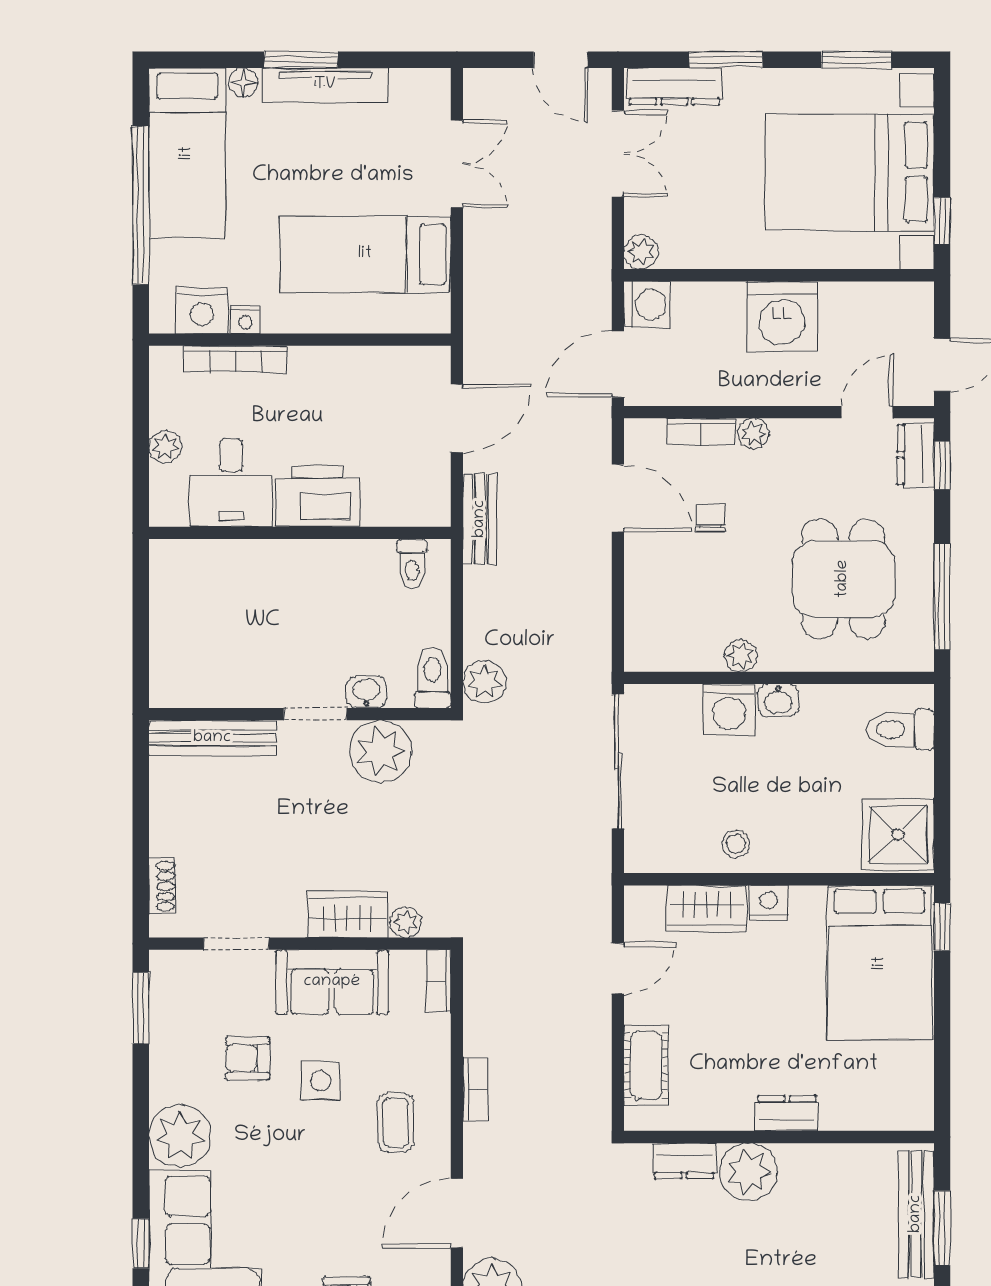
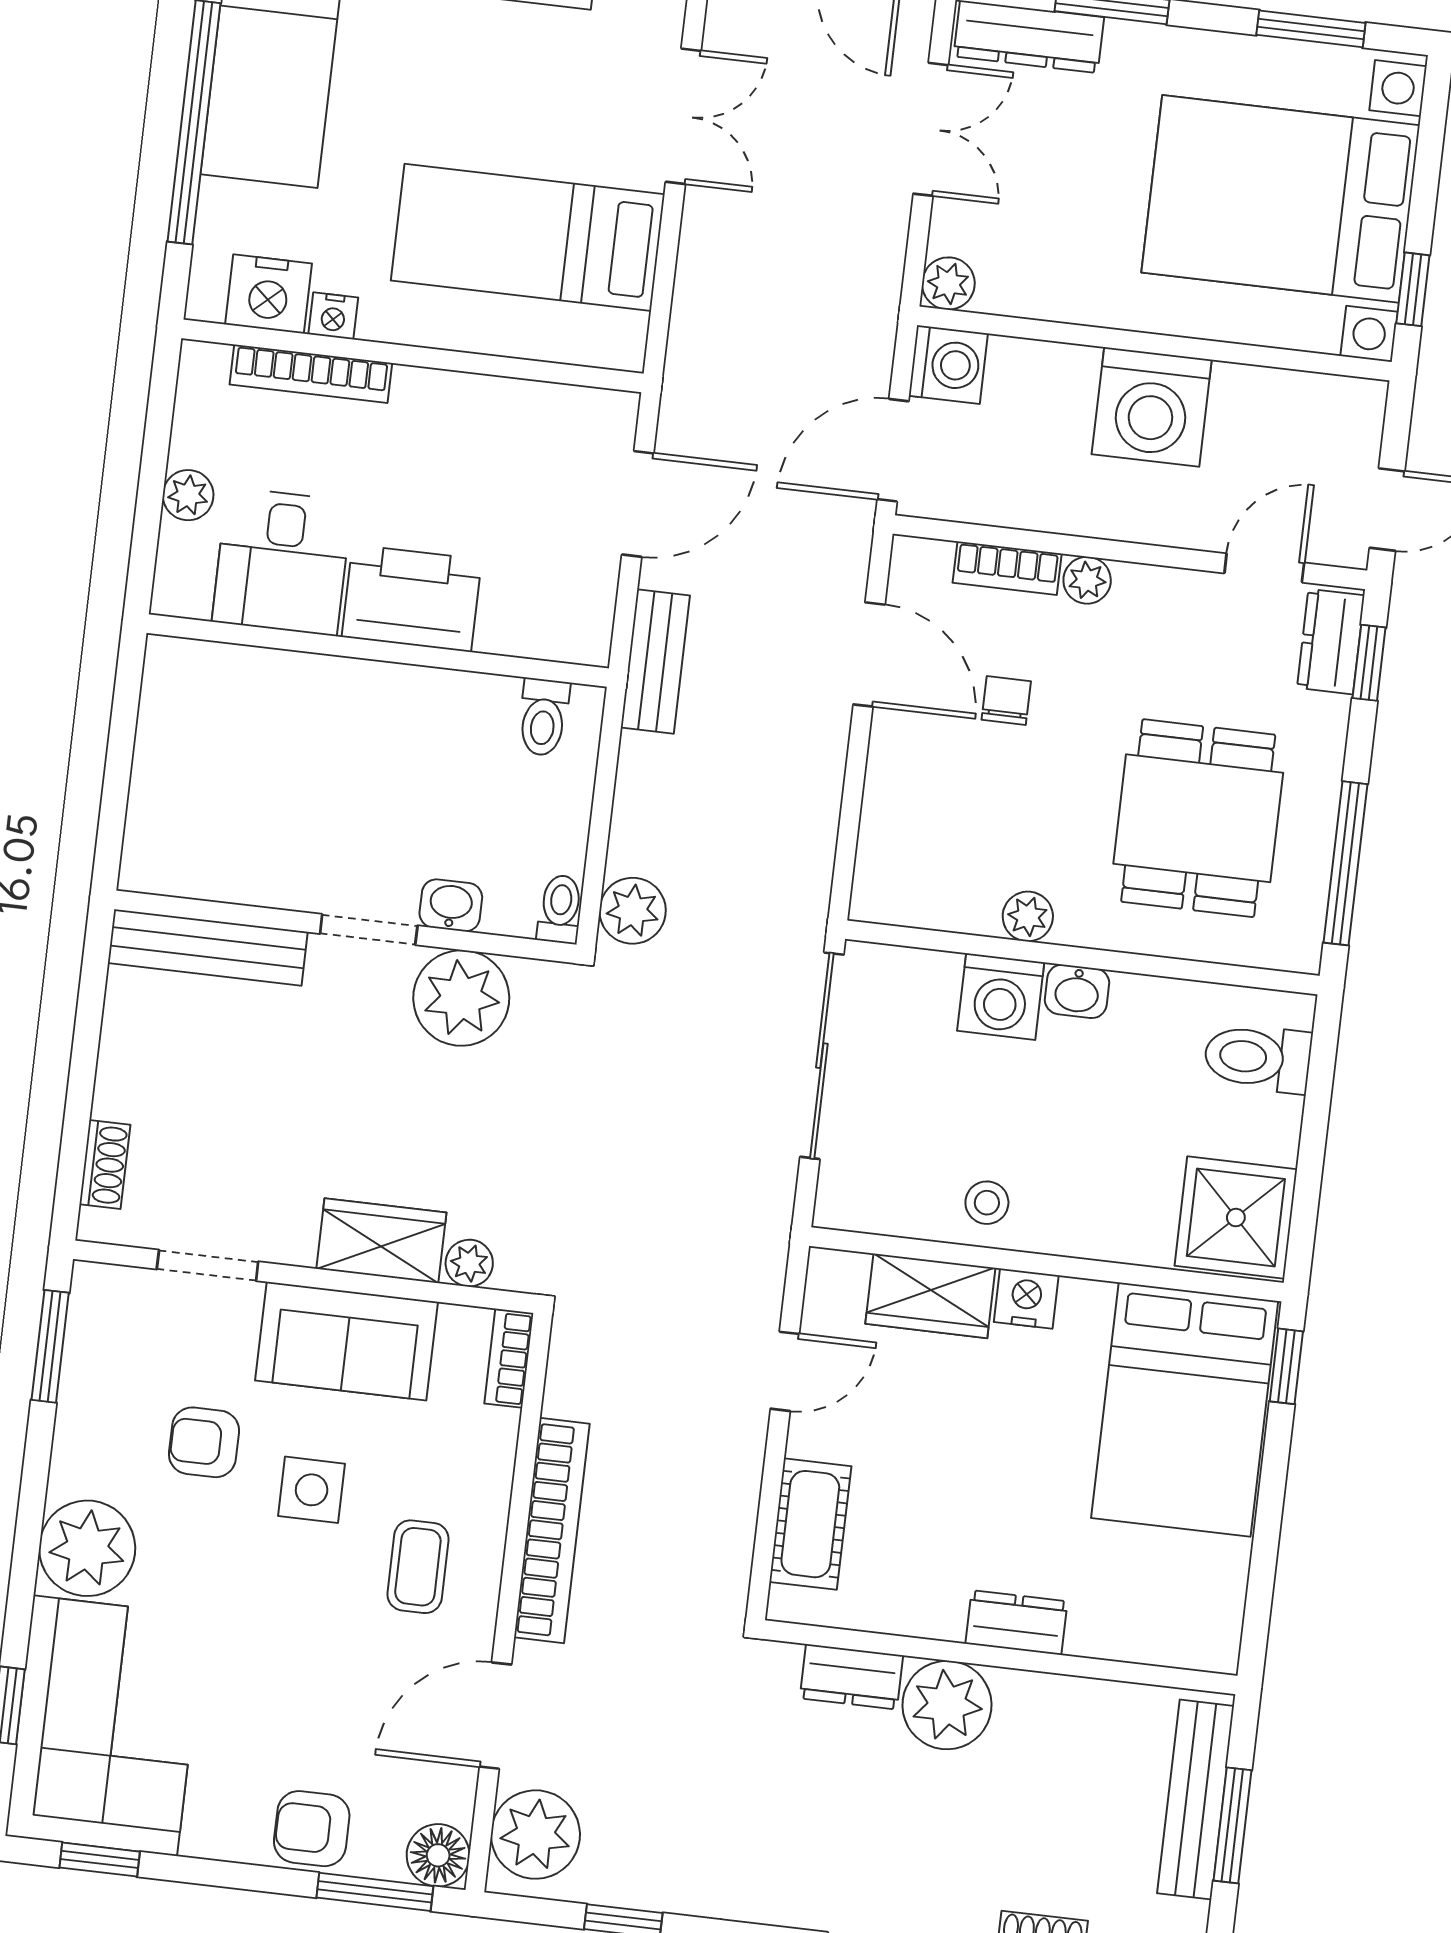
toilet: (432, 678) -> (560, 909), width x0.73, depth x0.72
bookcase: (475, 1089) -> (552, 1530), width x2.31, depth x1.31

